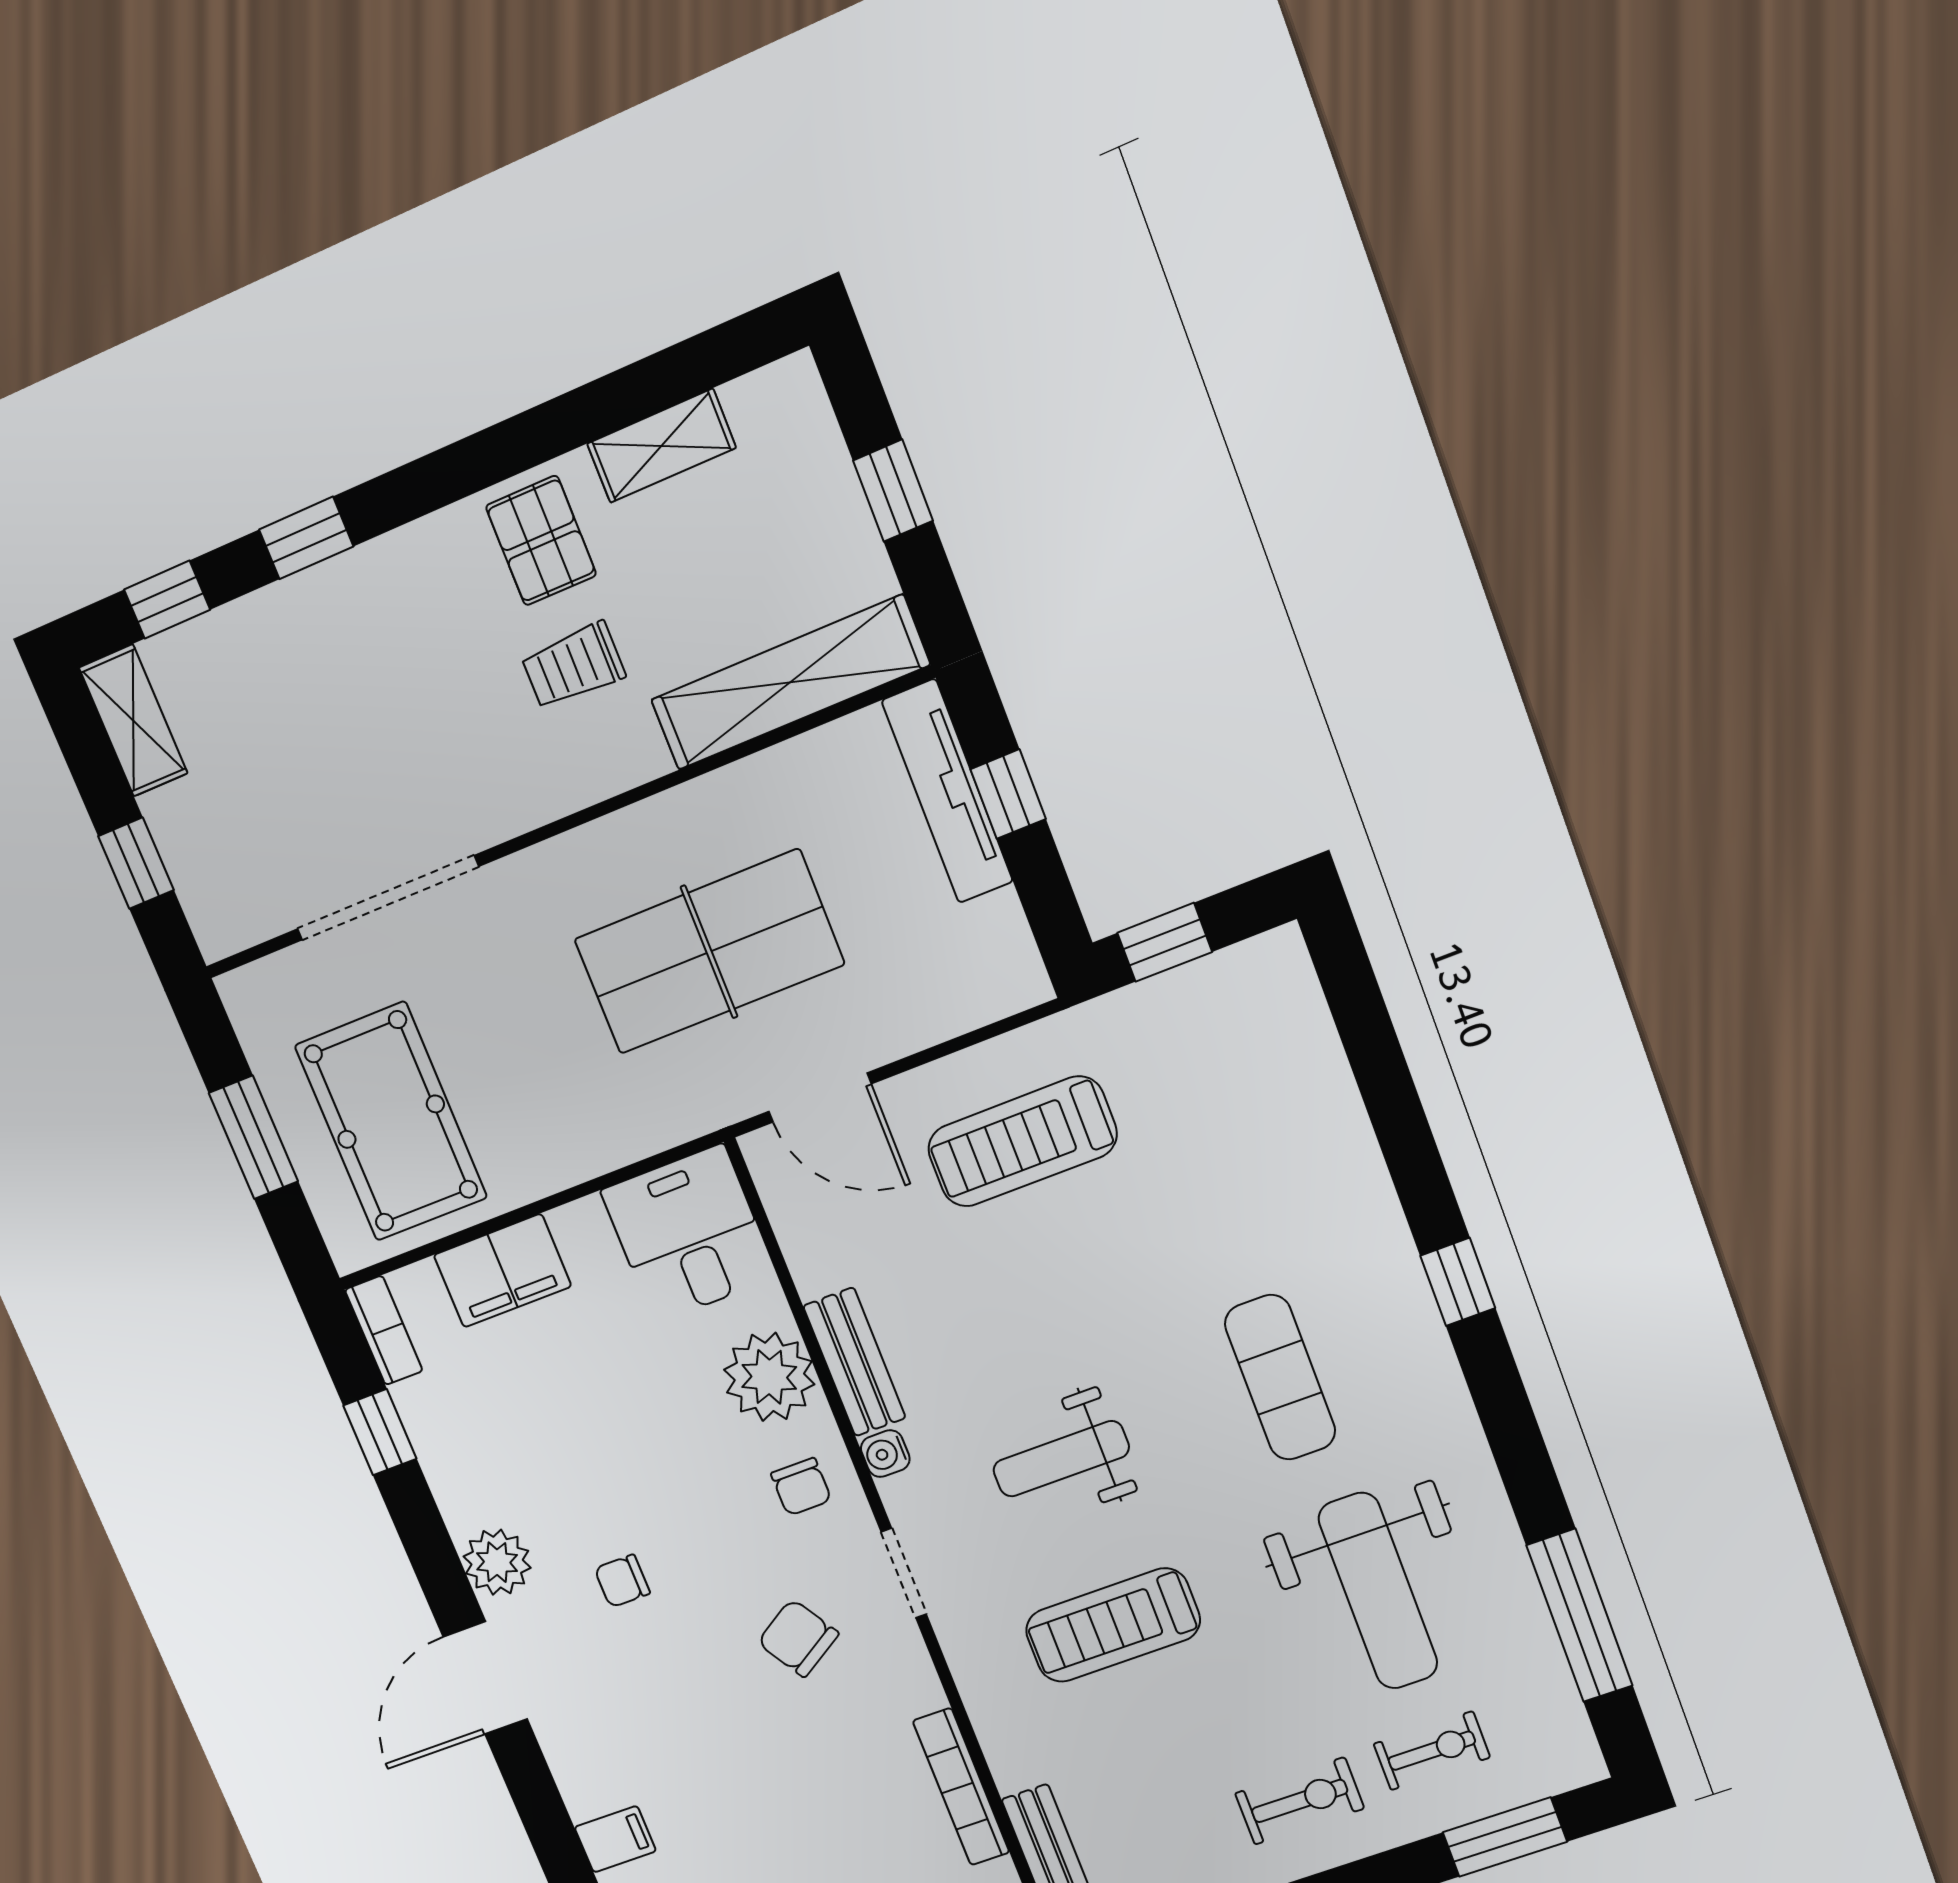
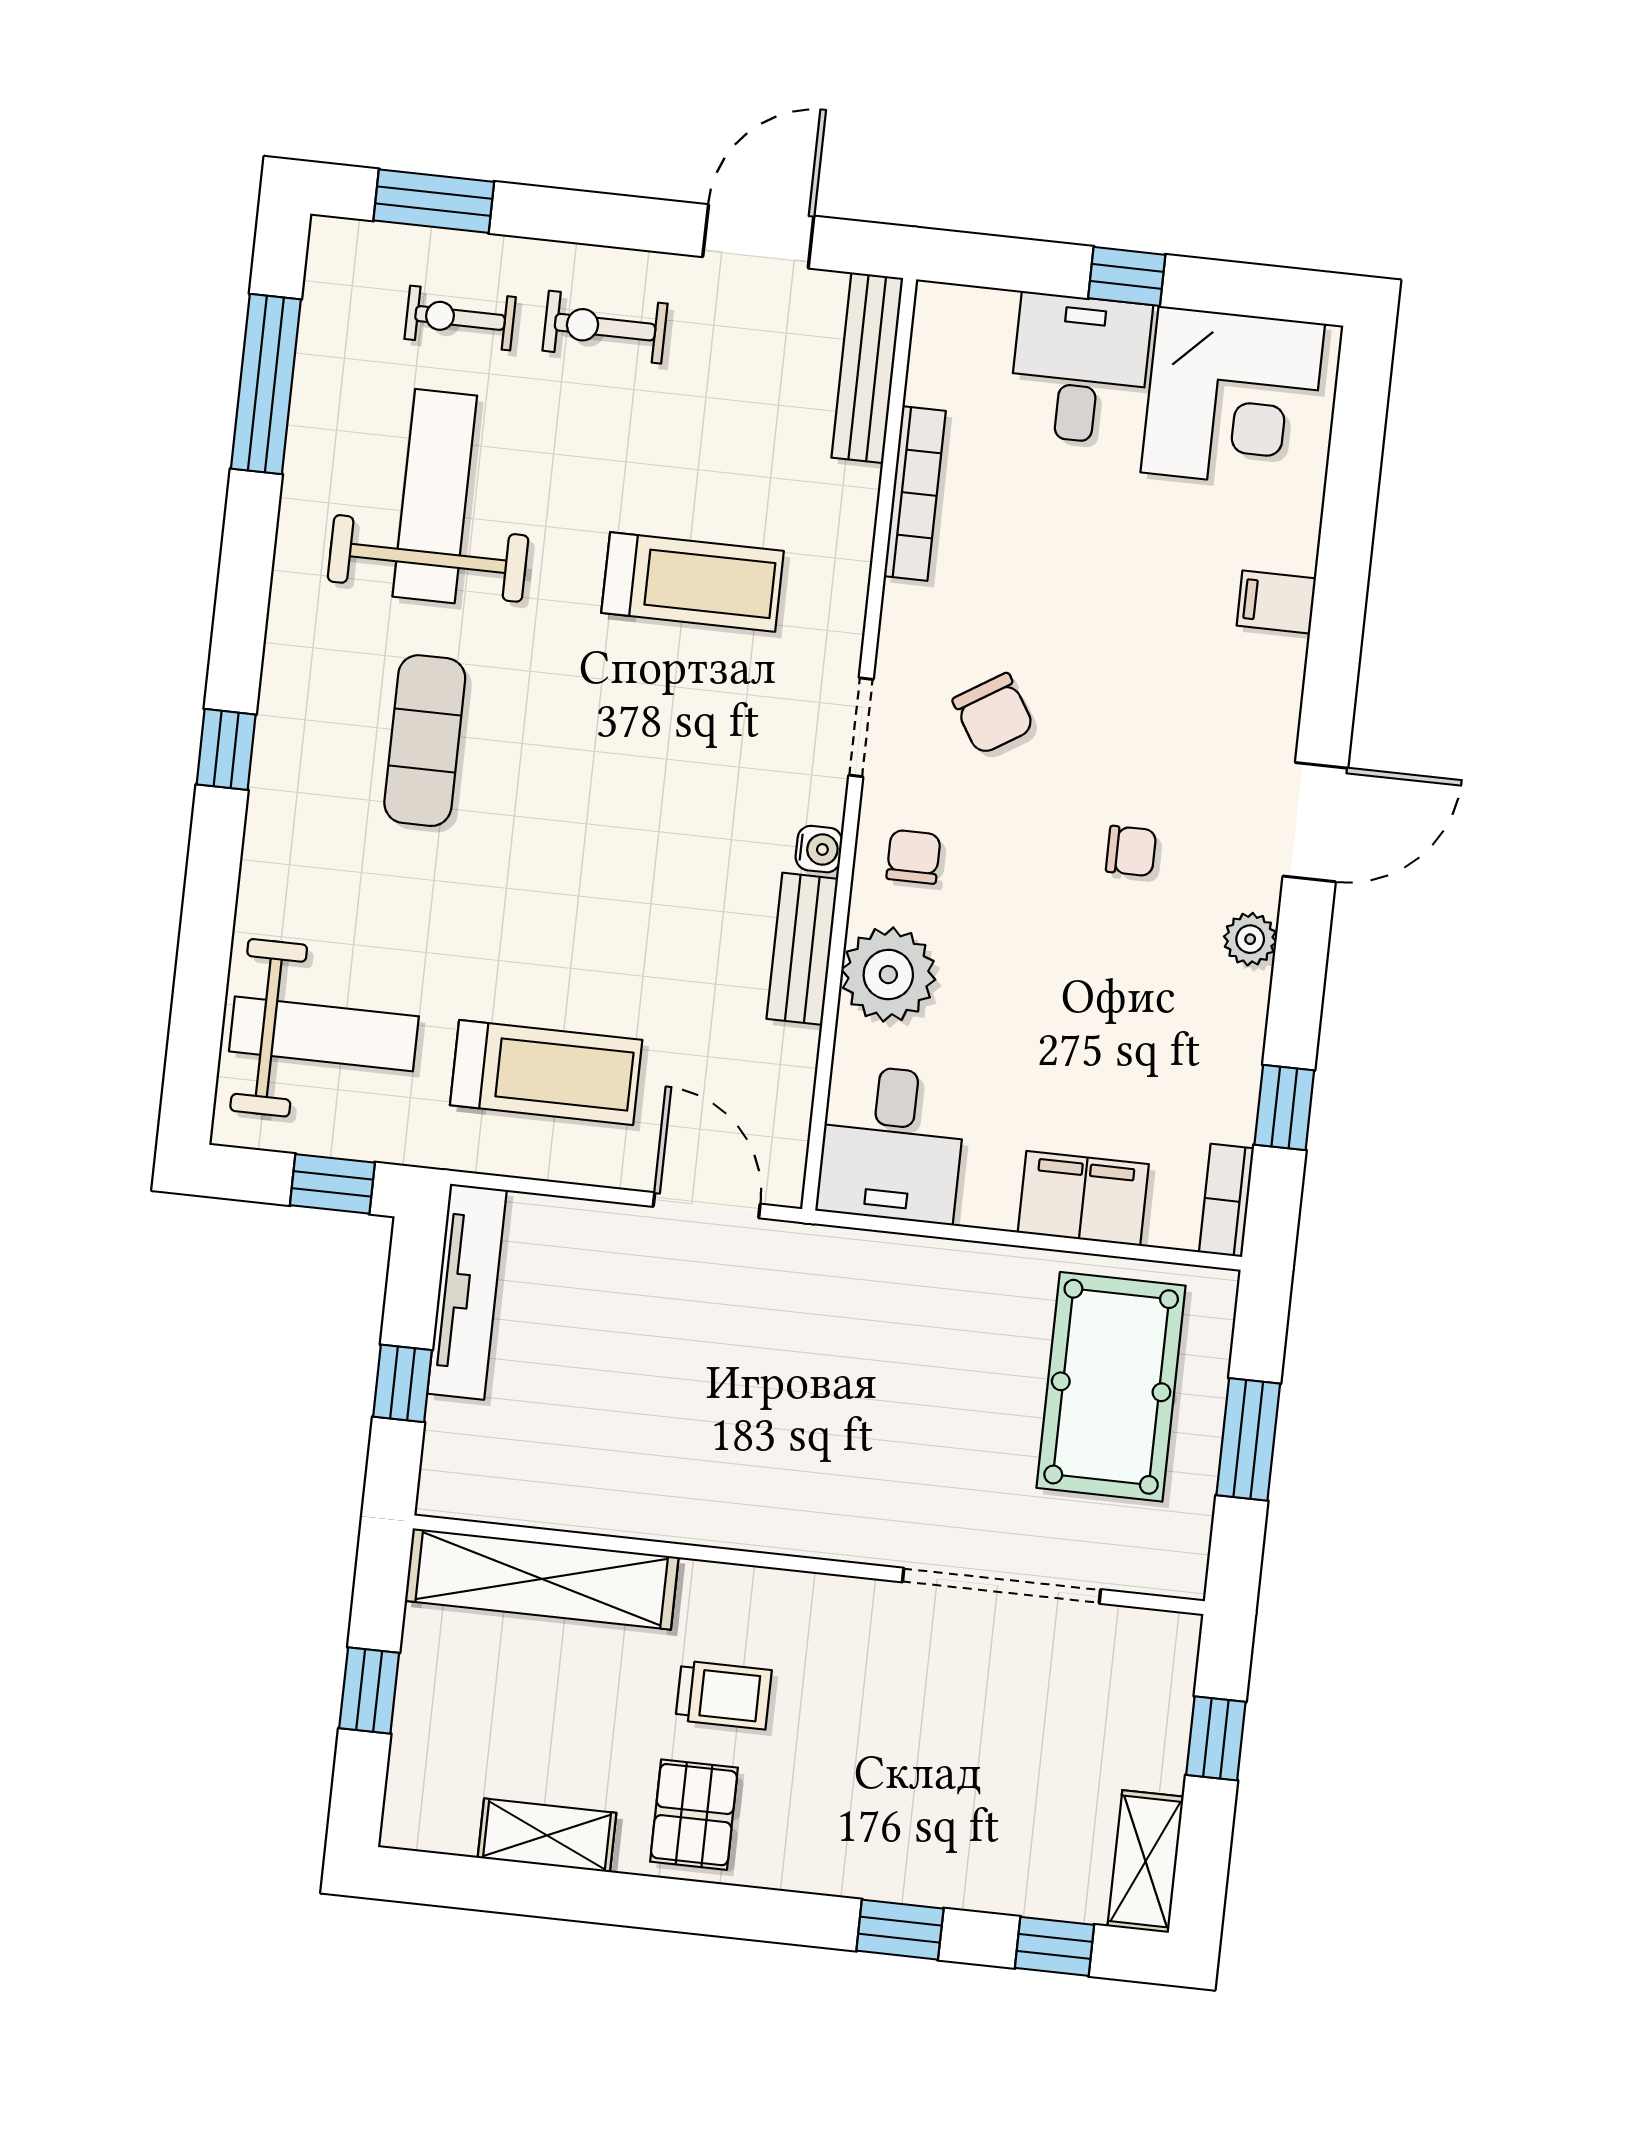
tv unit: (947, 791) -> (467, 1292), moved
table tennis table: (709, 952) -> (737, 1386), removed
weight bench: (1061, 1459) -> (324, 1034), moved, width x1.36, depth x1.33
plant: (497, 1562) -> (1250, 939), width x0.73, depth x0.73

